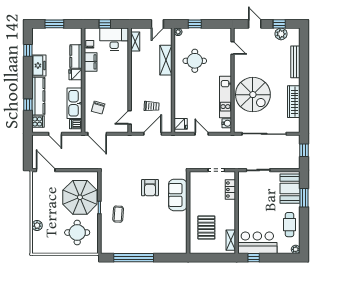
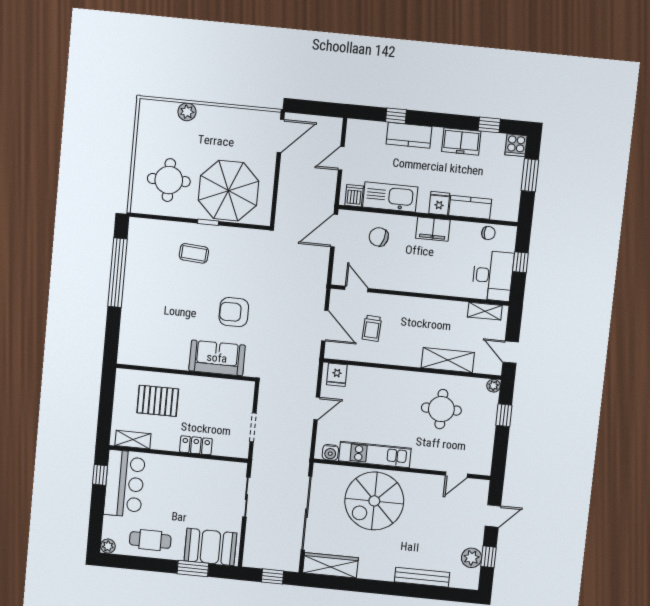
filing cabinet: (91, 62) -> (433, 229), moved
kitchen counter: (38, 96) -> (409, 135), width x0.67
wardrobe: (294, 102) -> (330, 565), moved
cooker: (38, 122) -> (516, 145), moved
locker: (230, 190) -> (196, 445), moved

